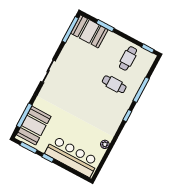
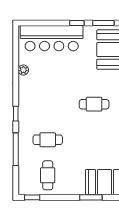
cafe table: (67, 92) -> (94, 104), added

